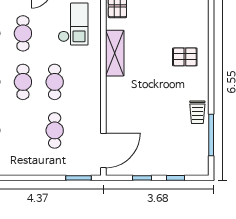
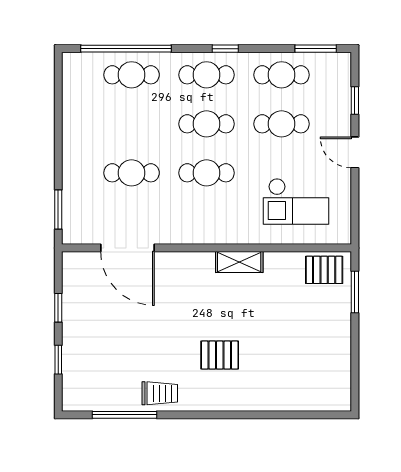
shelving: (115, 53) -> (239, 262), width x0.67, depth x0.75
pallet: (185, 57) -> (220, 355), moved, turned 90
trolley: (197, 112) -> (160, 393), turned 180
door: (103, 150) -> (127, 248), moved

